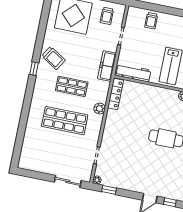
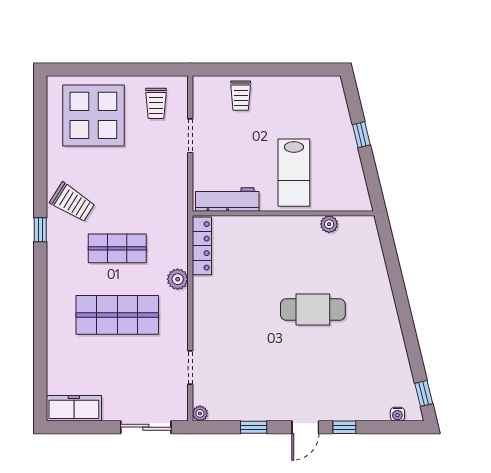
freezer: (107, 66) -> (74, 408), moved, turned 90
window: (109, 190) -> (254, 427), moved

